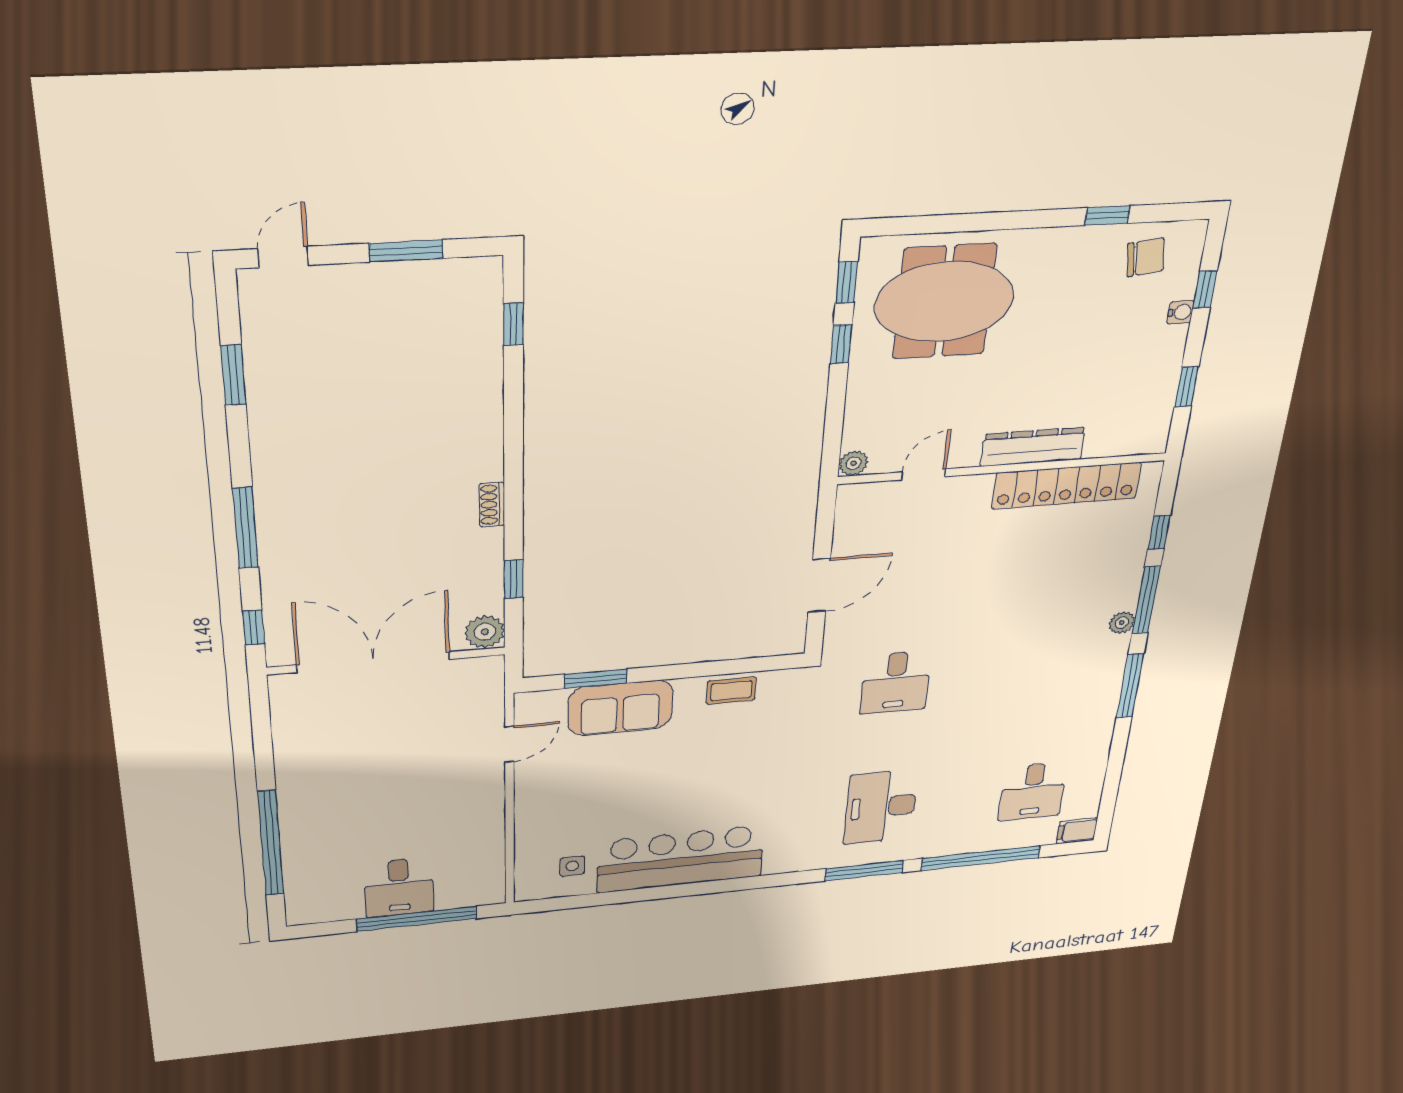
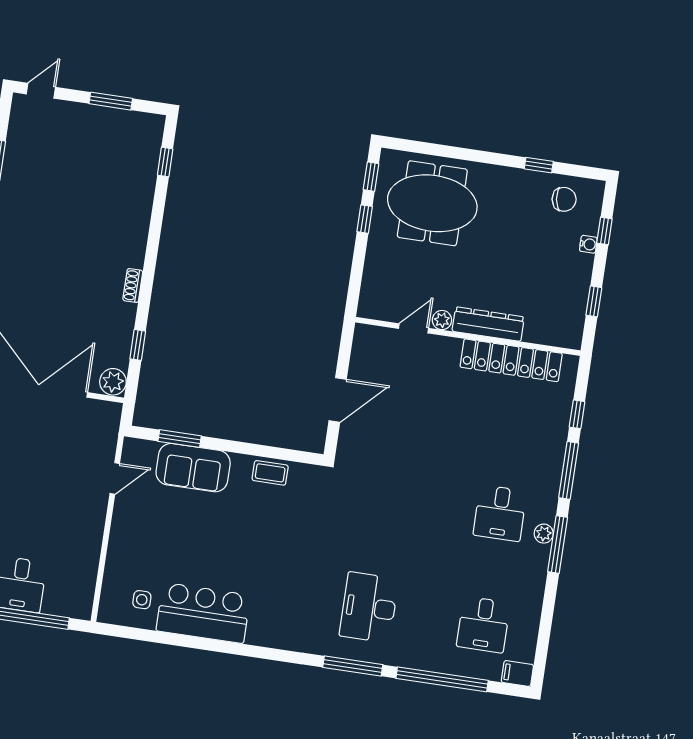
plant: (854, 463) -> (442, 320), moved
plant: (1122, 623) -> (544, 534), moved
desk: (895, 682) -> (500, 513), moved
bar counter: (681, 859) -> (203, 613), width x0.73

